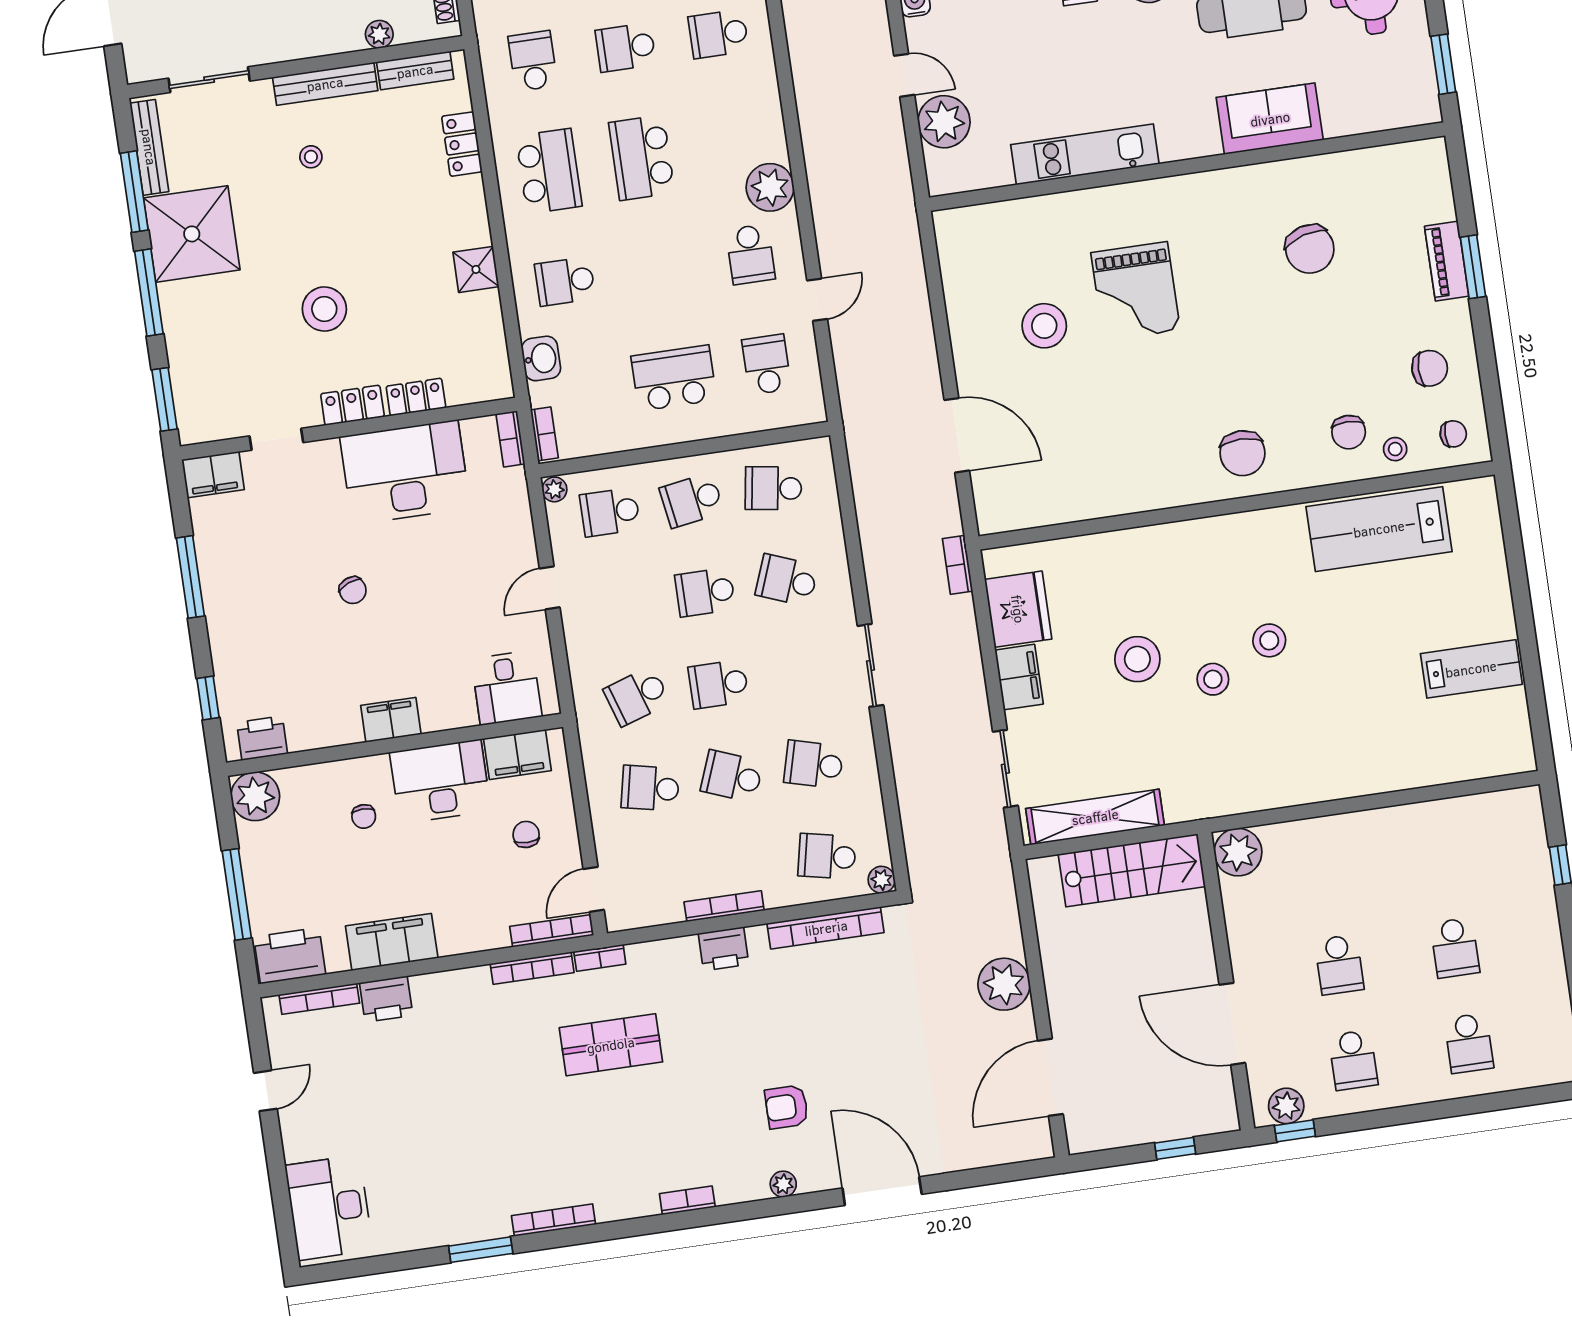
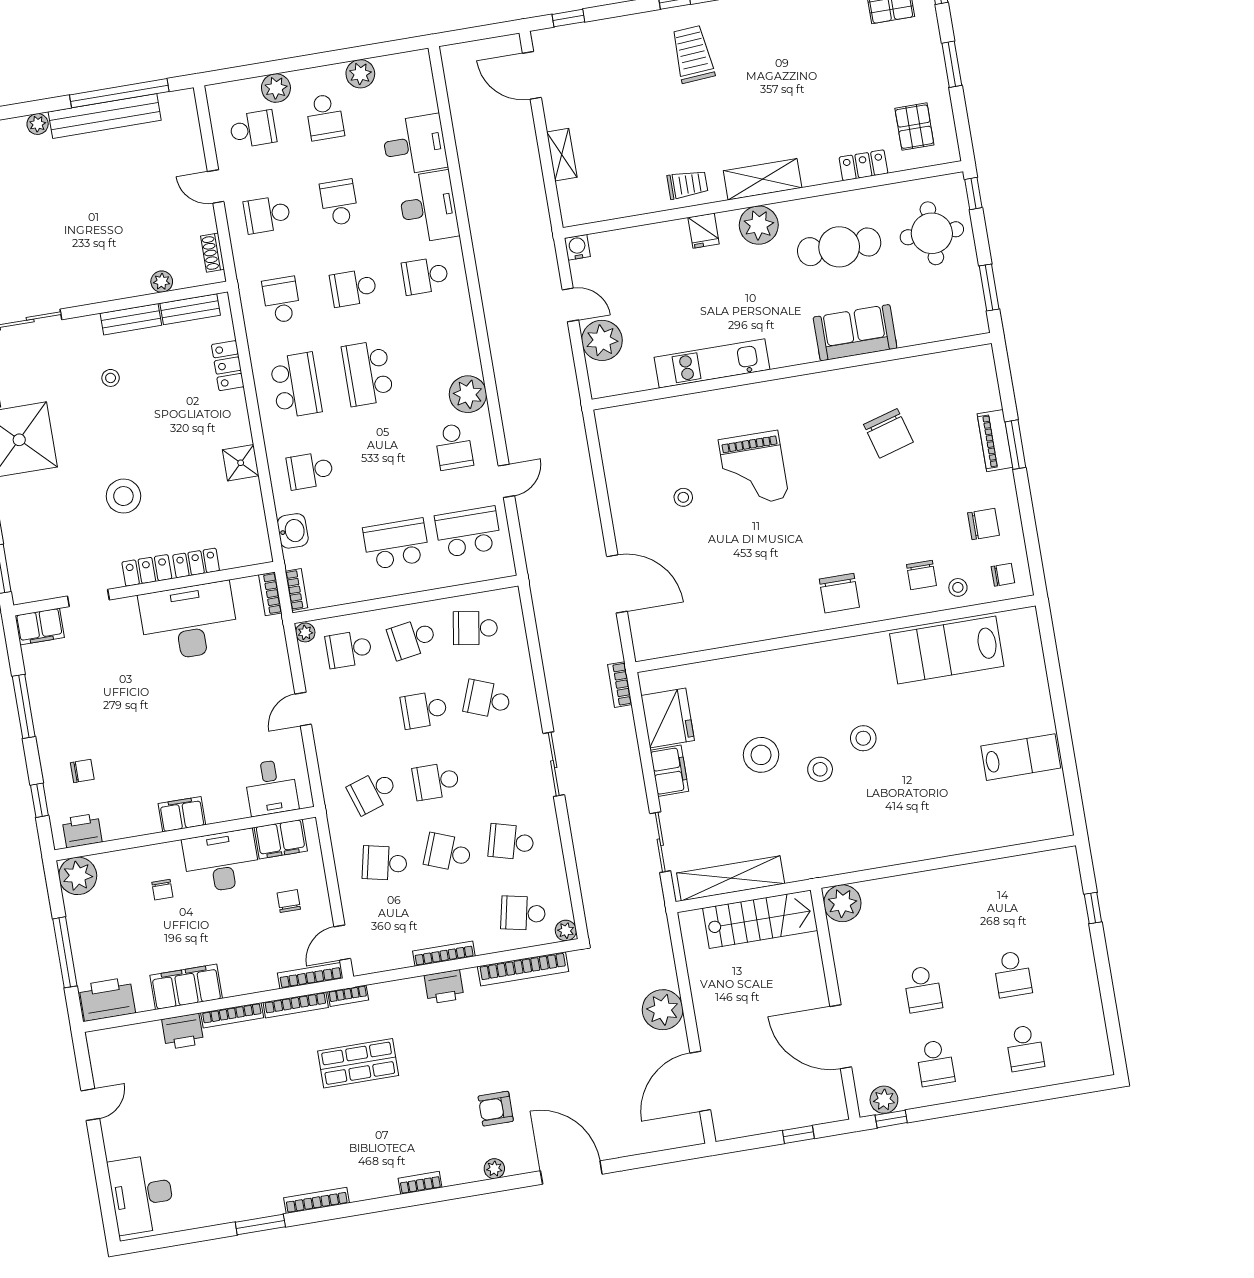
bench: (325, 84) -> (131, 319), width x0.73
stool: (1044, 326) -> (683, 497), width x0.53, depth x0.53
school desk: (767, 364) -> (468, 532), width x1.85
chair: (353, 590) -> (82, 771), moved, turned -68
bookcase: (319, 999) -> (232, 1015), moved

